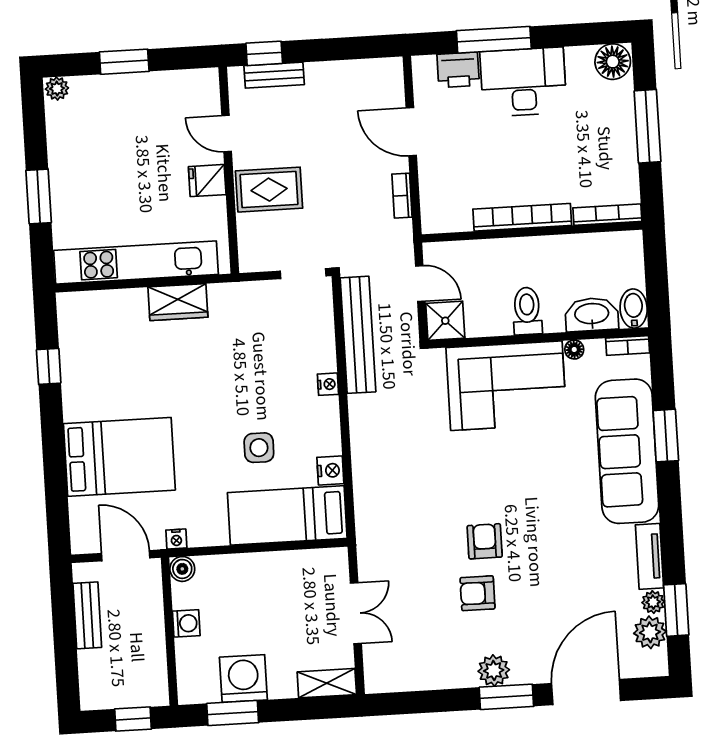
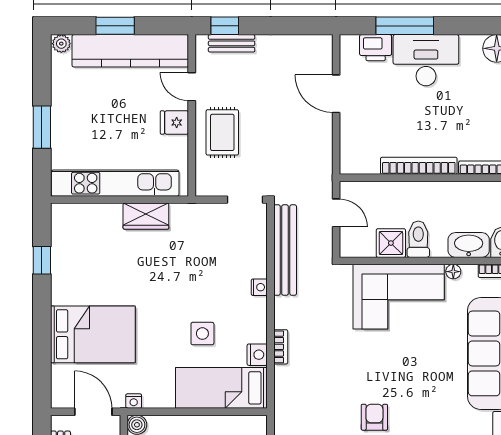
kitchen counter: (146, 92) -> (130, 51), added
rug: (269, 190) -> (222, 132), turned 90
bookcase: (402, 196) -> (281, 347), moved, turned 180
shower: (445, 321) -> (391, 243), moved

